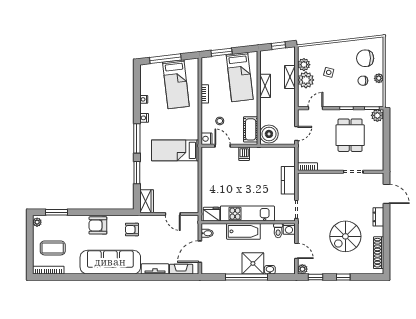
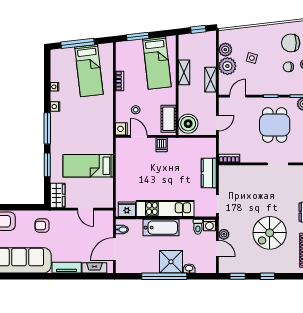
shelving: (290, 77) -> (211, 80), moved
bed: (175, 150) -> (88, 166), moved
plant: (302, 269) -> (224, 234), moved

